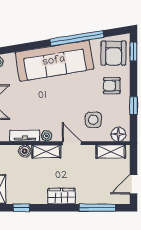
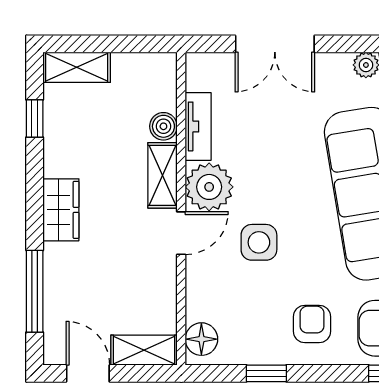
side table: (93, 120) -> (259, 242), moved
plant: (47, 136) -> (209, 187), width x1.88, depth x1.88
shelving: (111, 152) -> (144, 350), moved, turned 90

